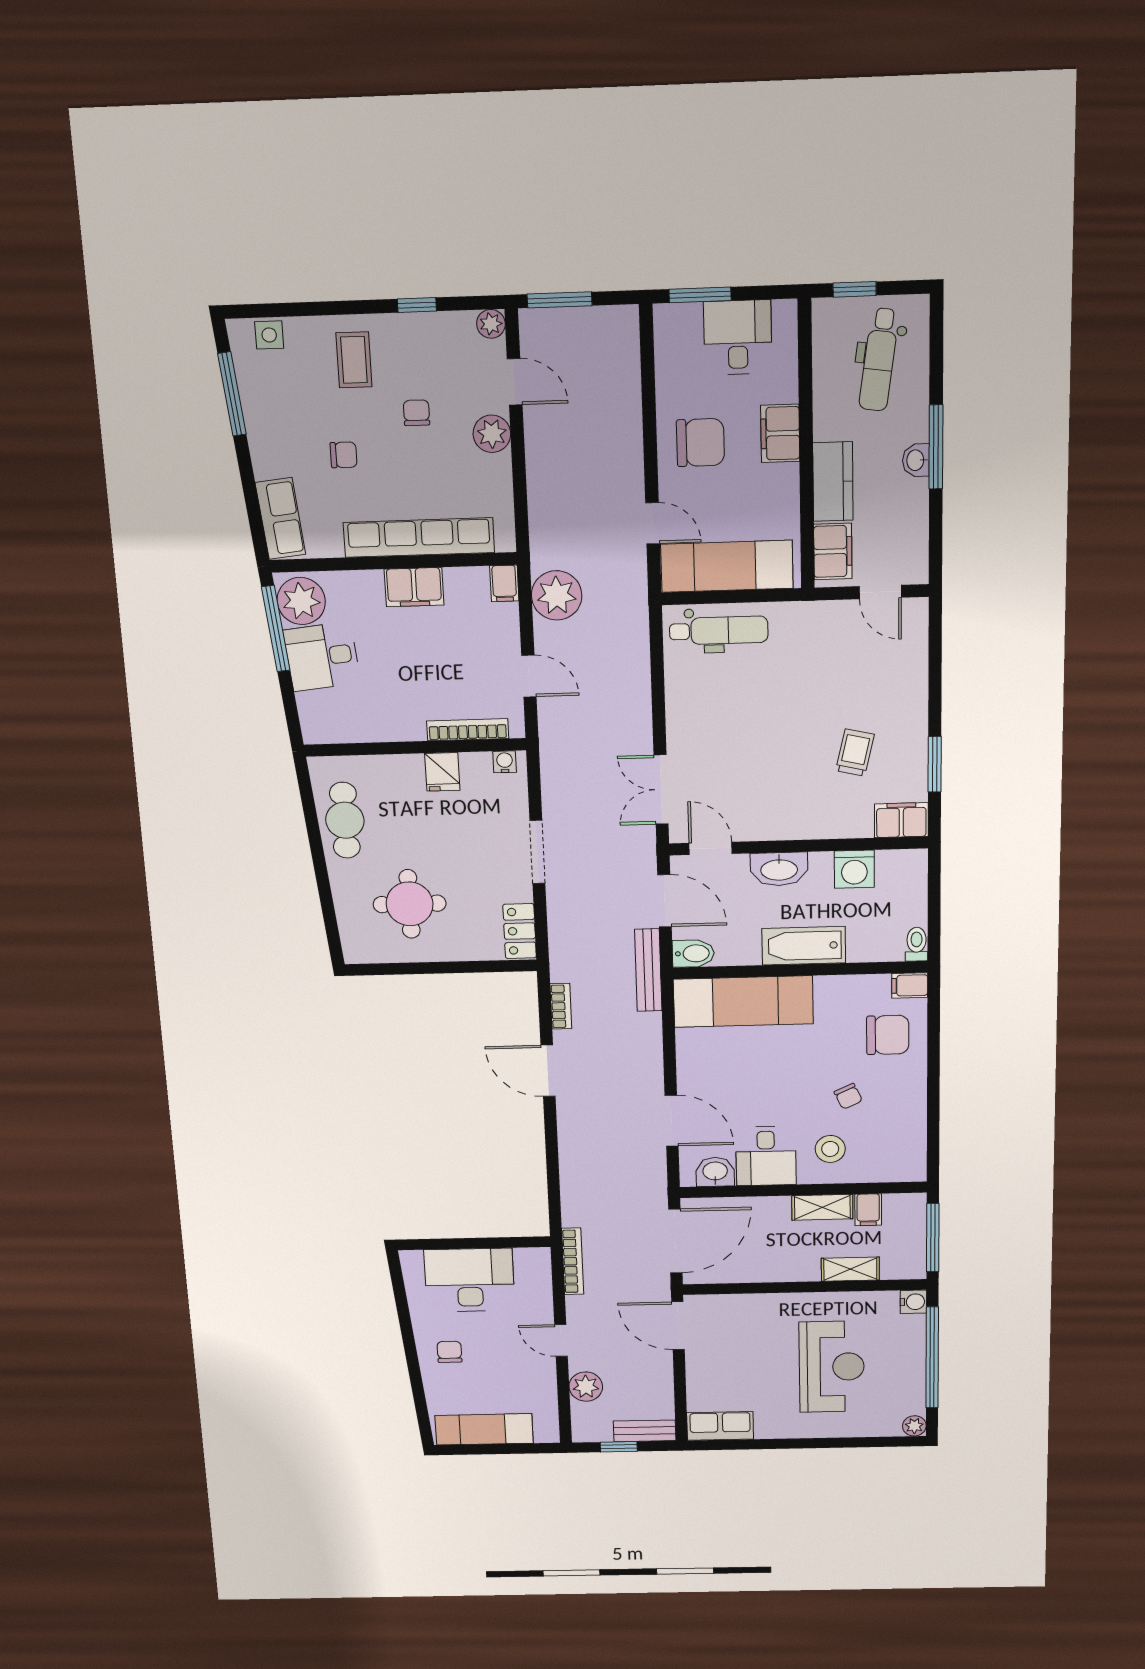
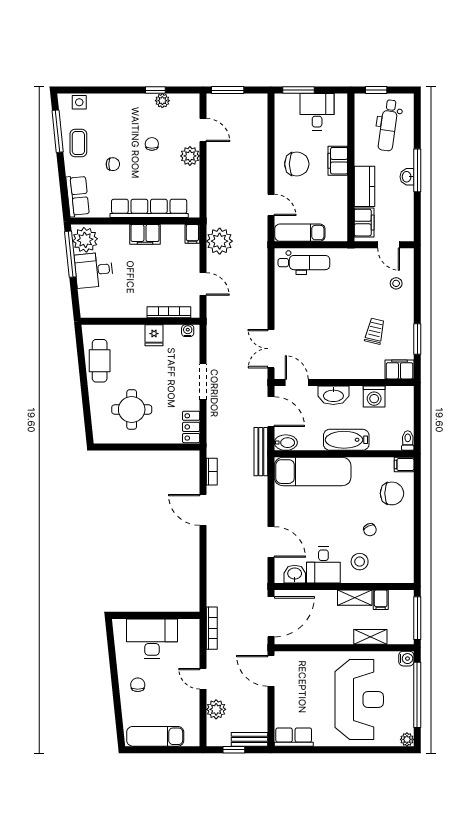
plant: (491, 324) -> (162, 101), moved
coffee table: (354, 360) -> (78, 143), moved
exam couch: (727, 566) -> (300, 233), width x0.73, depth x0.69
stool: (895, 664) -> (396, 283), added
reception desk: (832, 1367) -> (359, 699), width x1.36, depth x1.30

